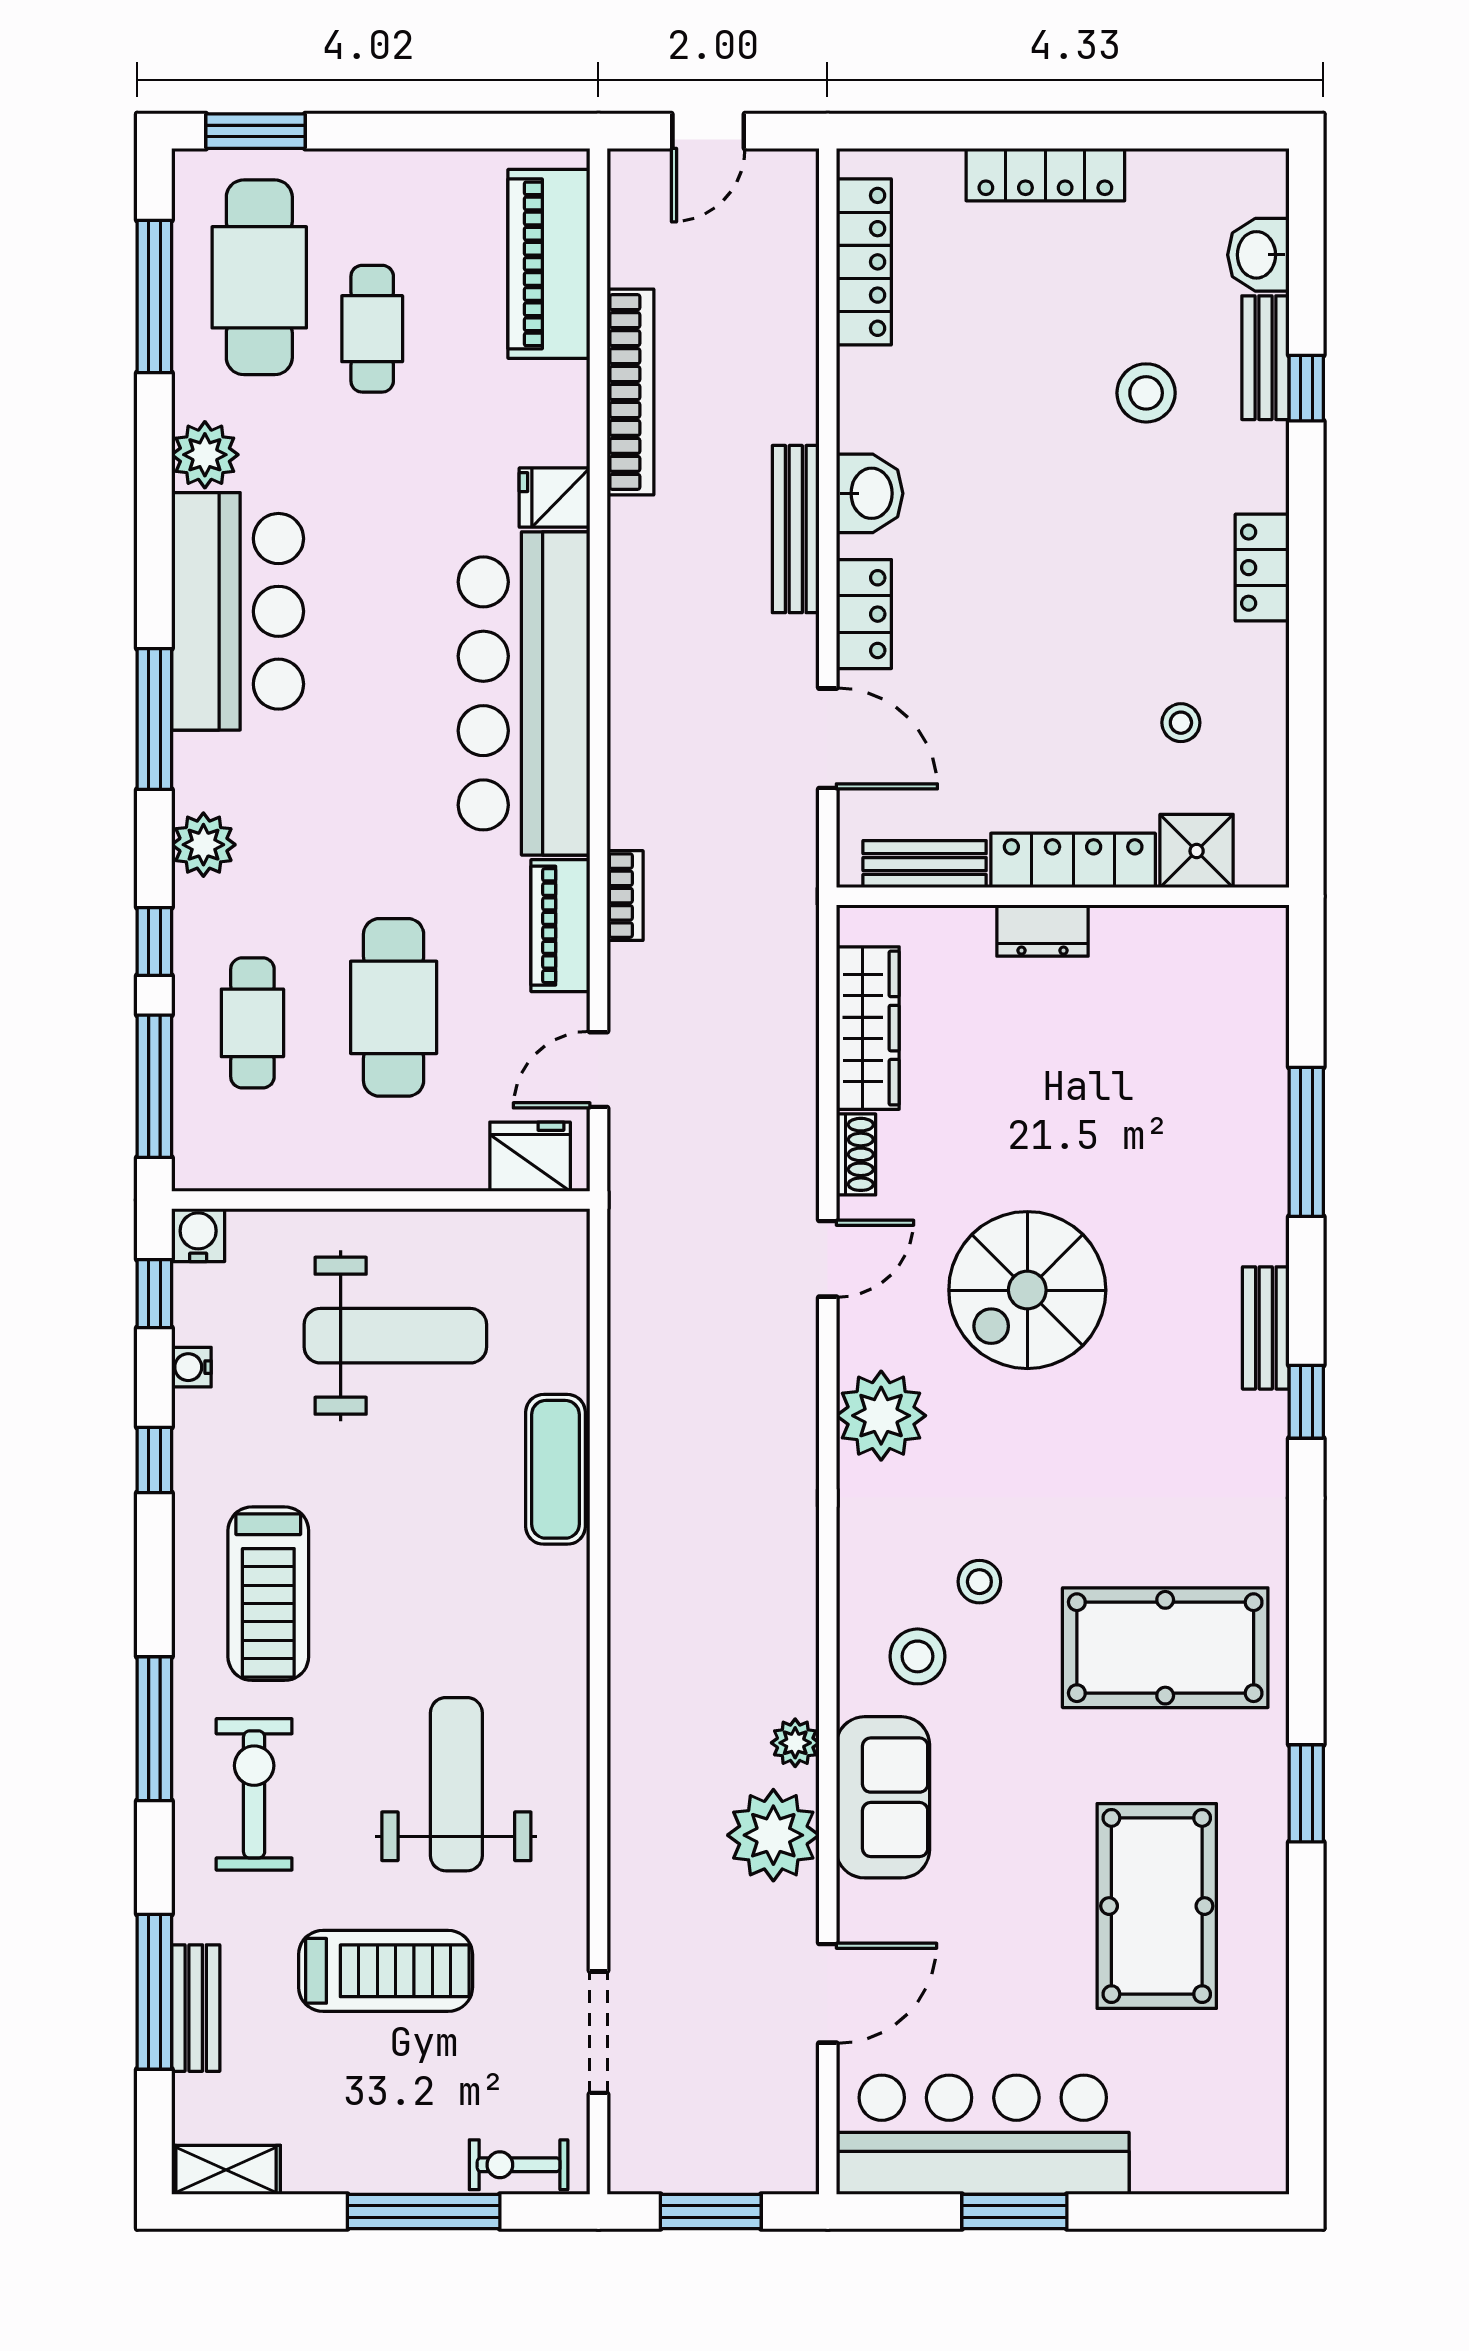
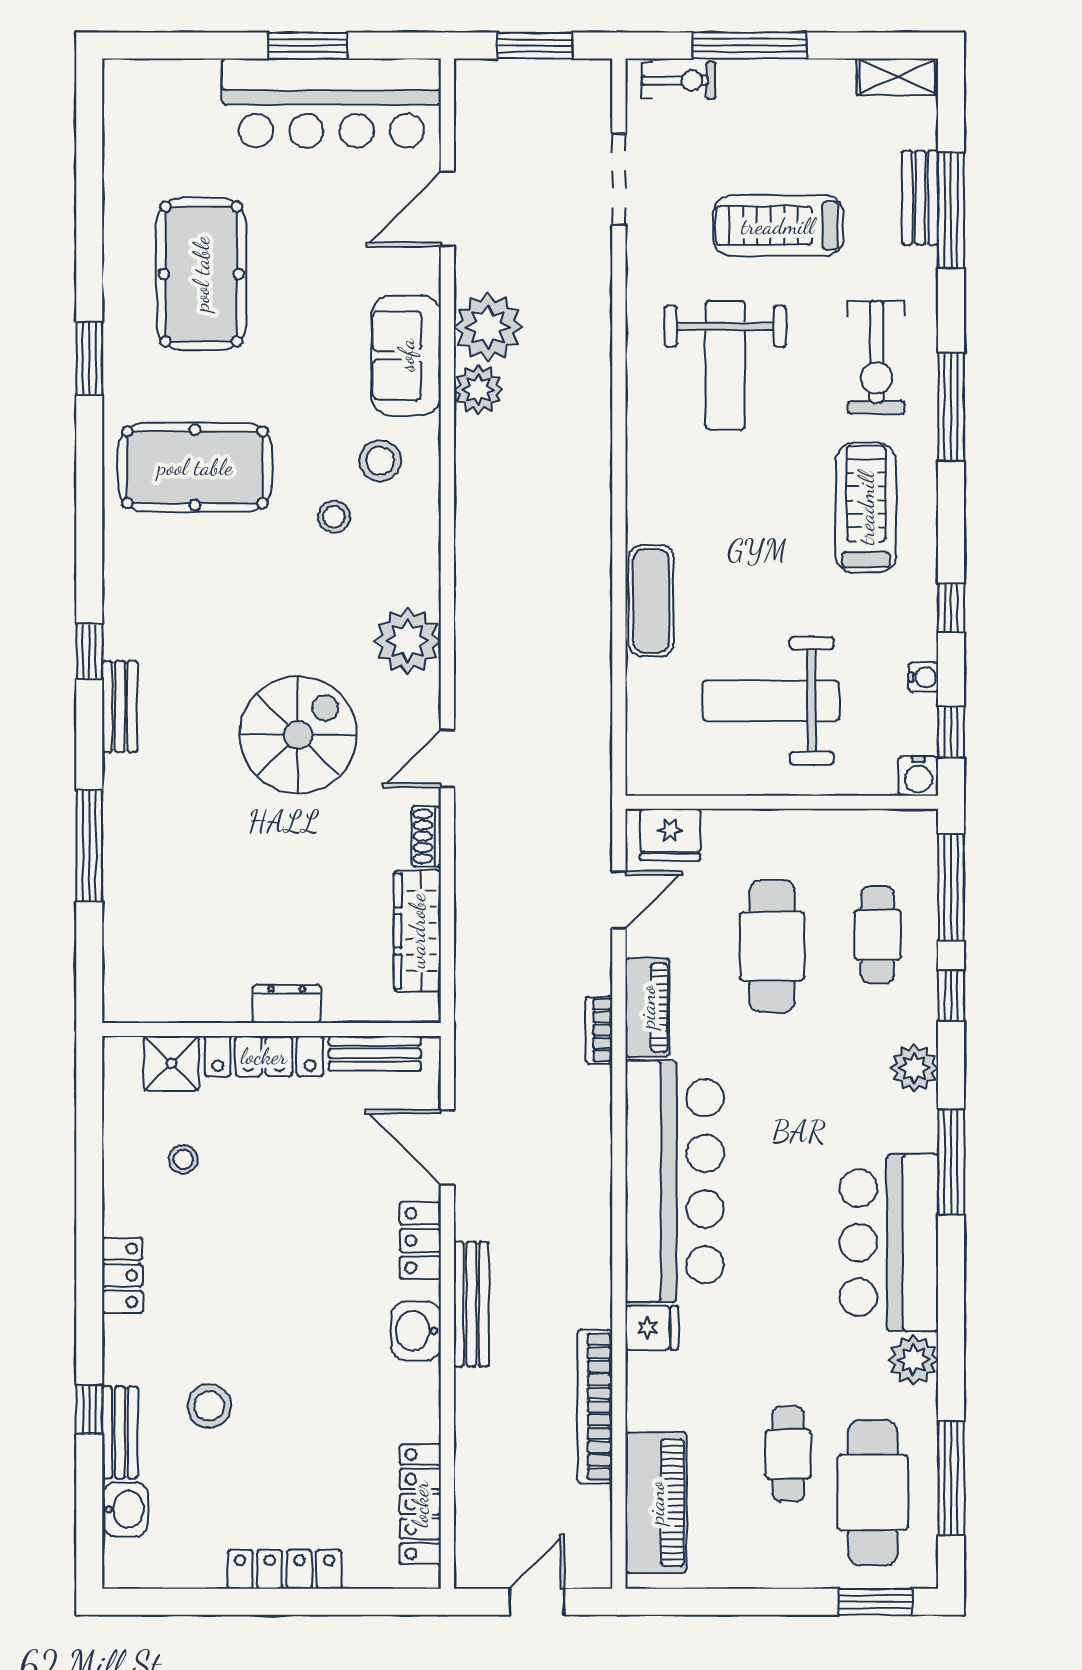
plant: (795, 1743) -> (478, 389), width x1.38, depth x1.38

